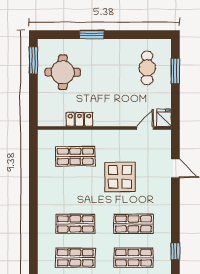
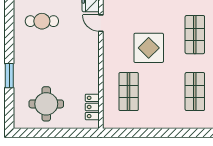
window: (33, 60) -> (35, 133), removed
locker: (79, 119) -> (92, 107), moved

